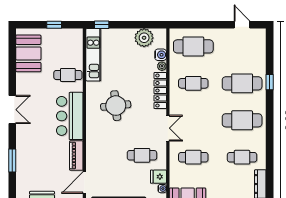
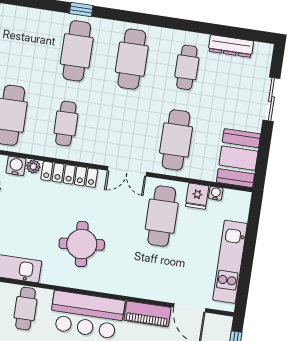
double door: (168, 128) -> (127, 171), swing flipped
cafe table: (142, 155) -> (162, 216), width x1.37, depth x1.35
cafe table: (193, 157) -> (176, 140), width x1.37, depth x1.35

